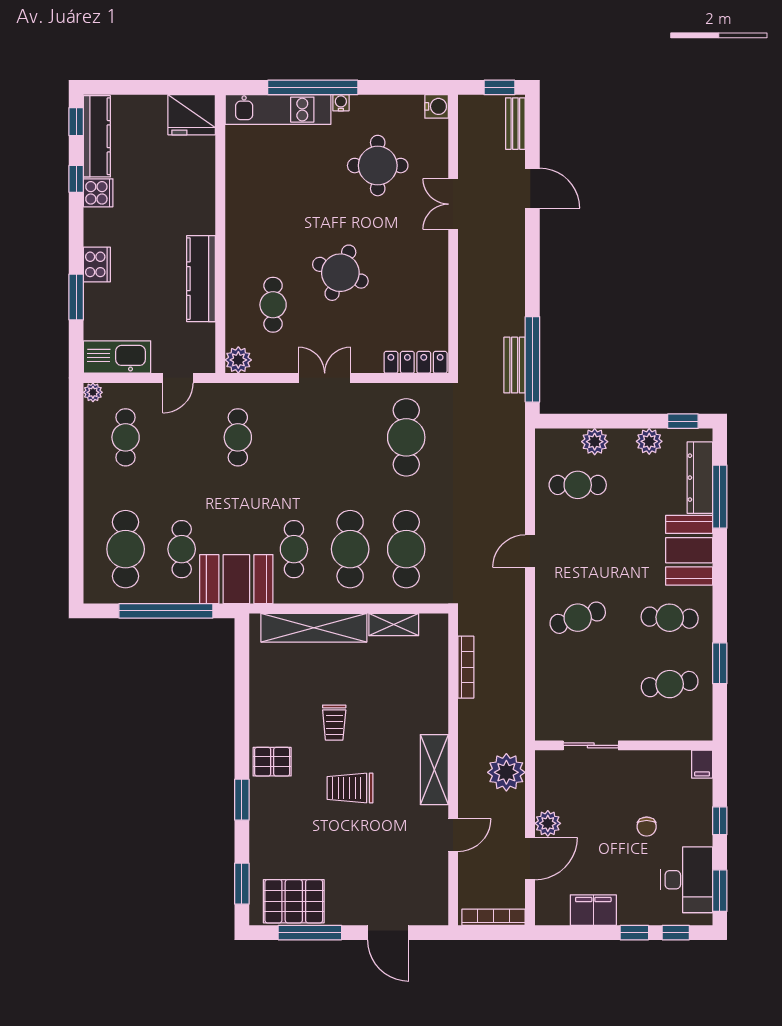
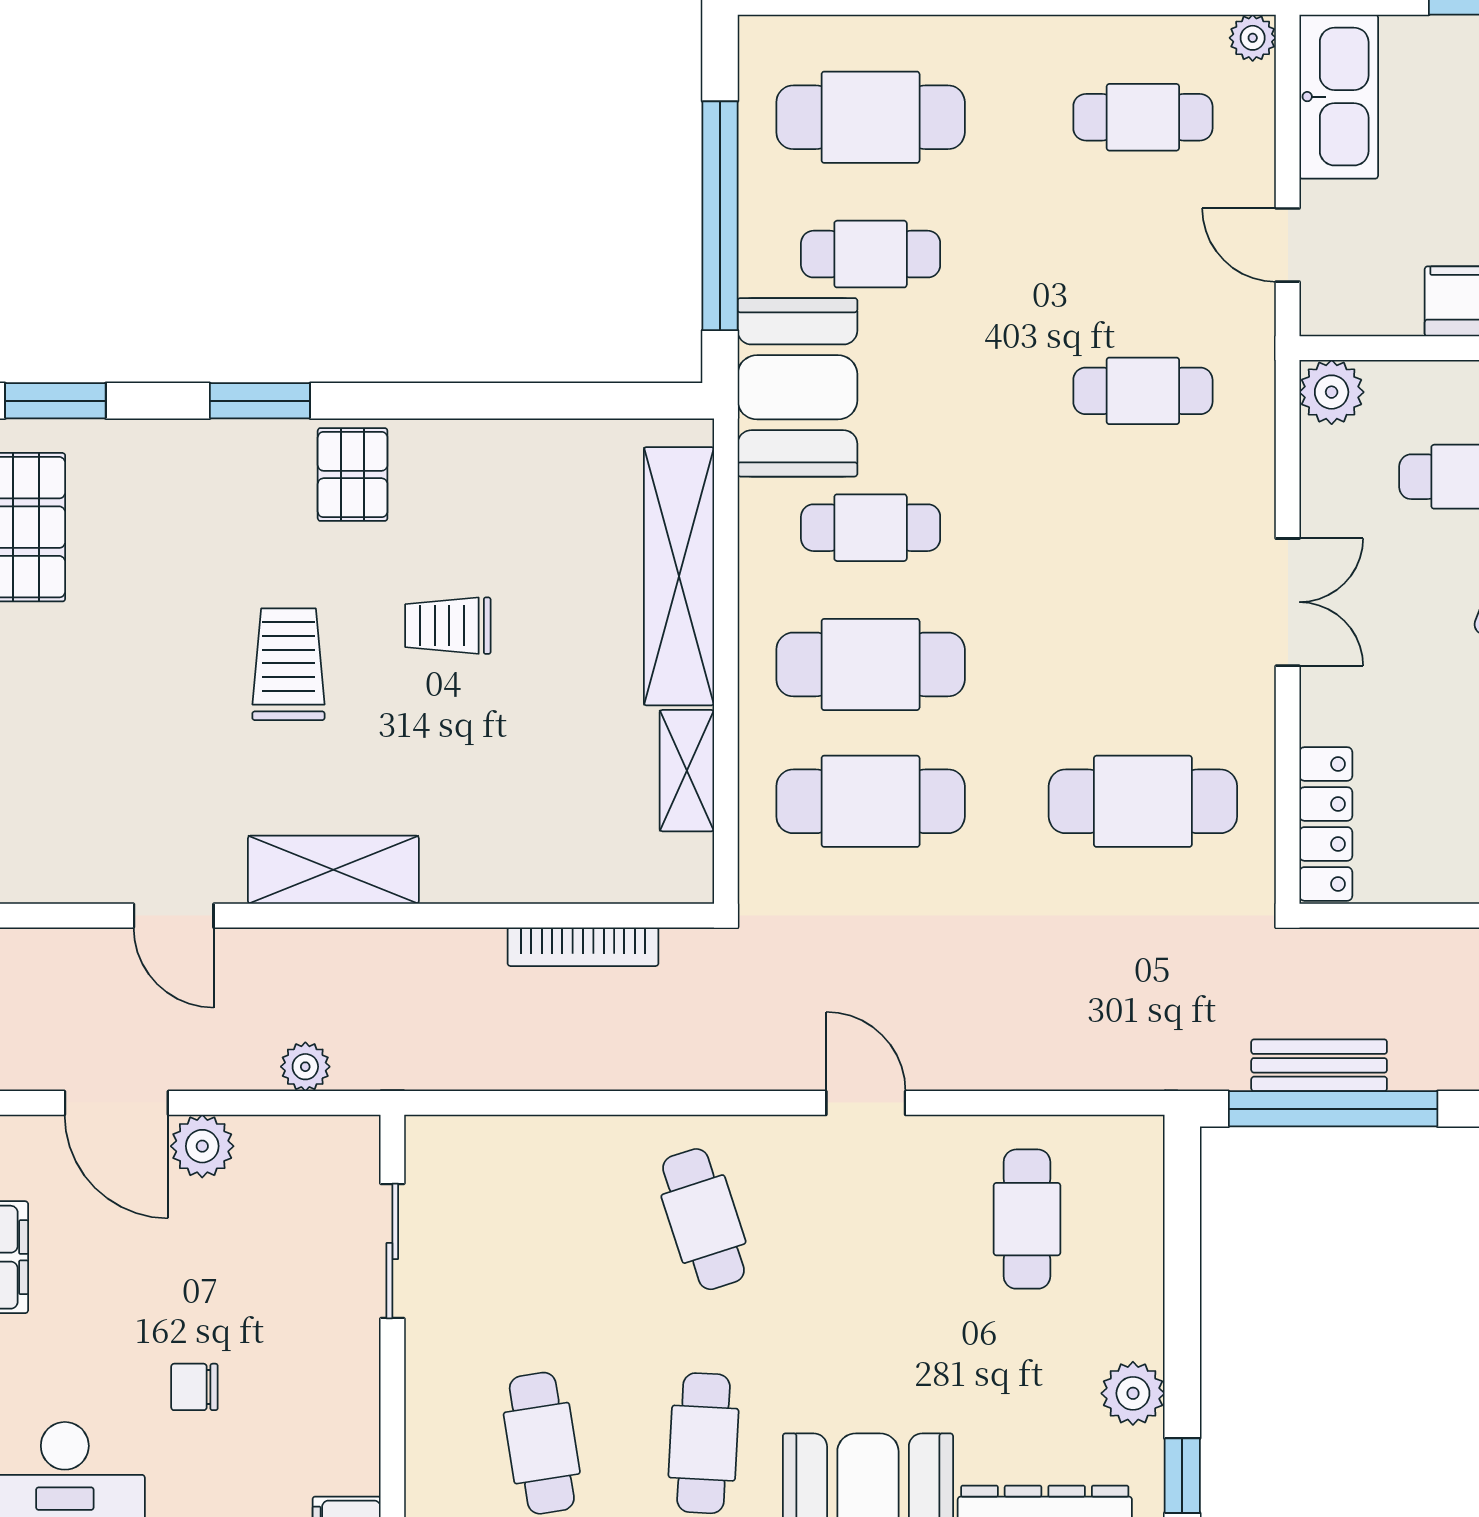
plant: (595, 442) -> (1132, 1260), removed
plant: (506, 772) -> (305, 1067), width x0.53, depth x0.53

